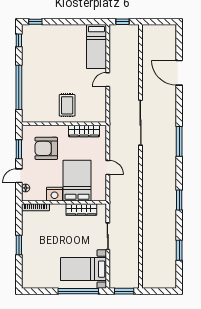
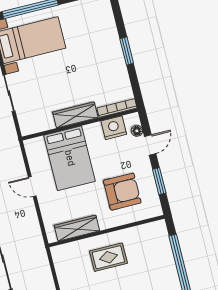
rug: (67, 105) -> (108, 257), turned 90
nightstand: (55, 194) -> (114, 128), moved
wardrobe: (81, 210) -> (75, 115), moved

